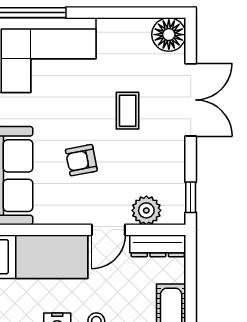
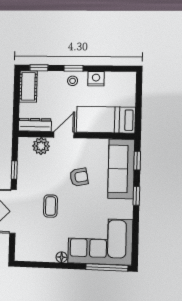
floor lamp: (169, 35) -> (62, 257), moved, width x0.53, depth x0.53
window: (191, 197) -> (14, 170), moved

